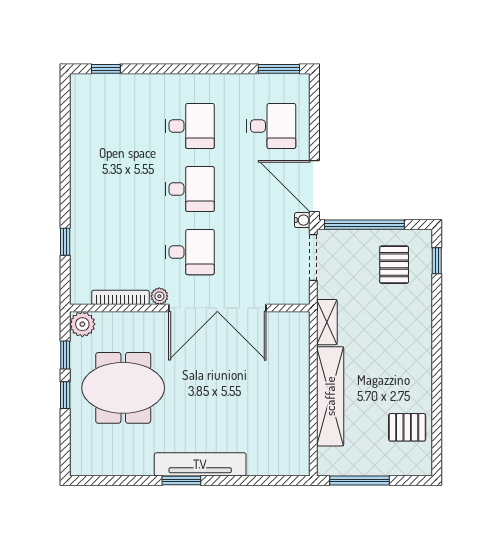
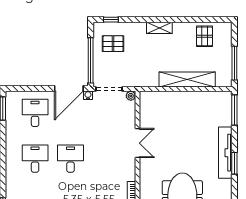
desk: (190, 252) -> (106, 159), removed
plant: (159, 296) -> (131, 96), moved
double door: (217, 308) -> (137, 143), width x0.54
shelving: (327, 322) -> (159, 28), moved
window: (276, 481) -> (234, 110), added

